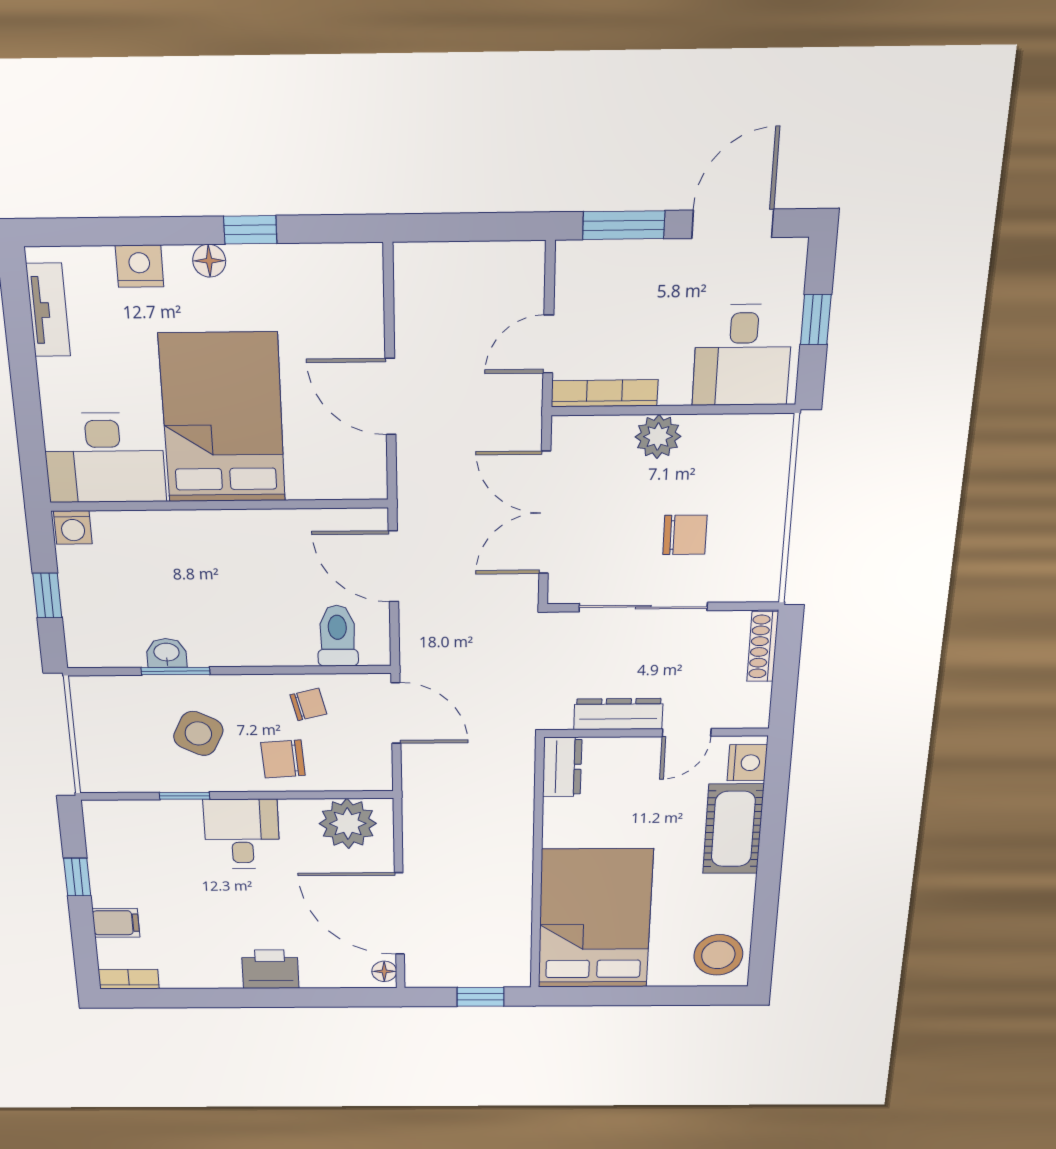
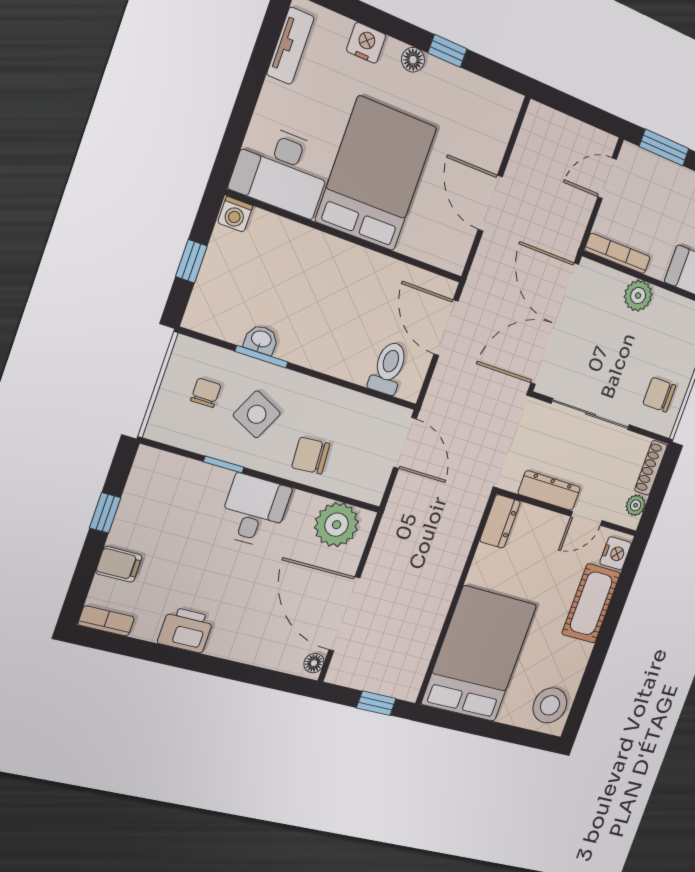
door: (548, 344) -> (607, 178), moved
double door: (545, 513) -> (555, 324), width x1.36
chair: (685, 535) -> (659, 395), moved, turned 180
plant: (756, 698) -> (636, 505), added
chair: (308, 704) -> (206, 393), moved, turned -76
printer: (270, 969) -> (186, 630), moved

